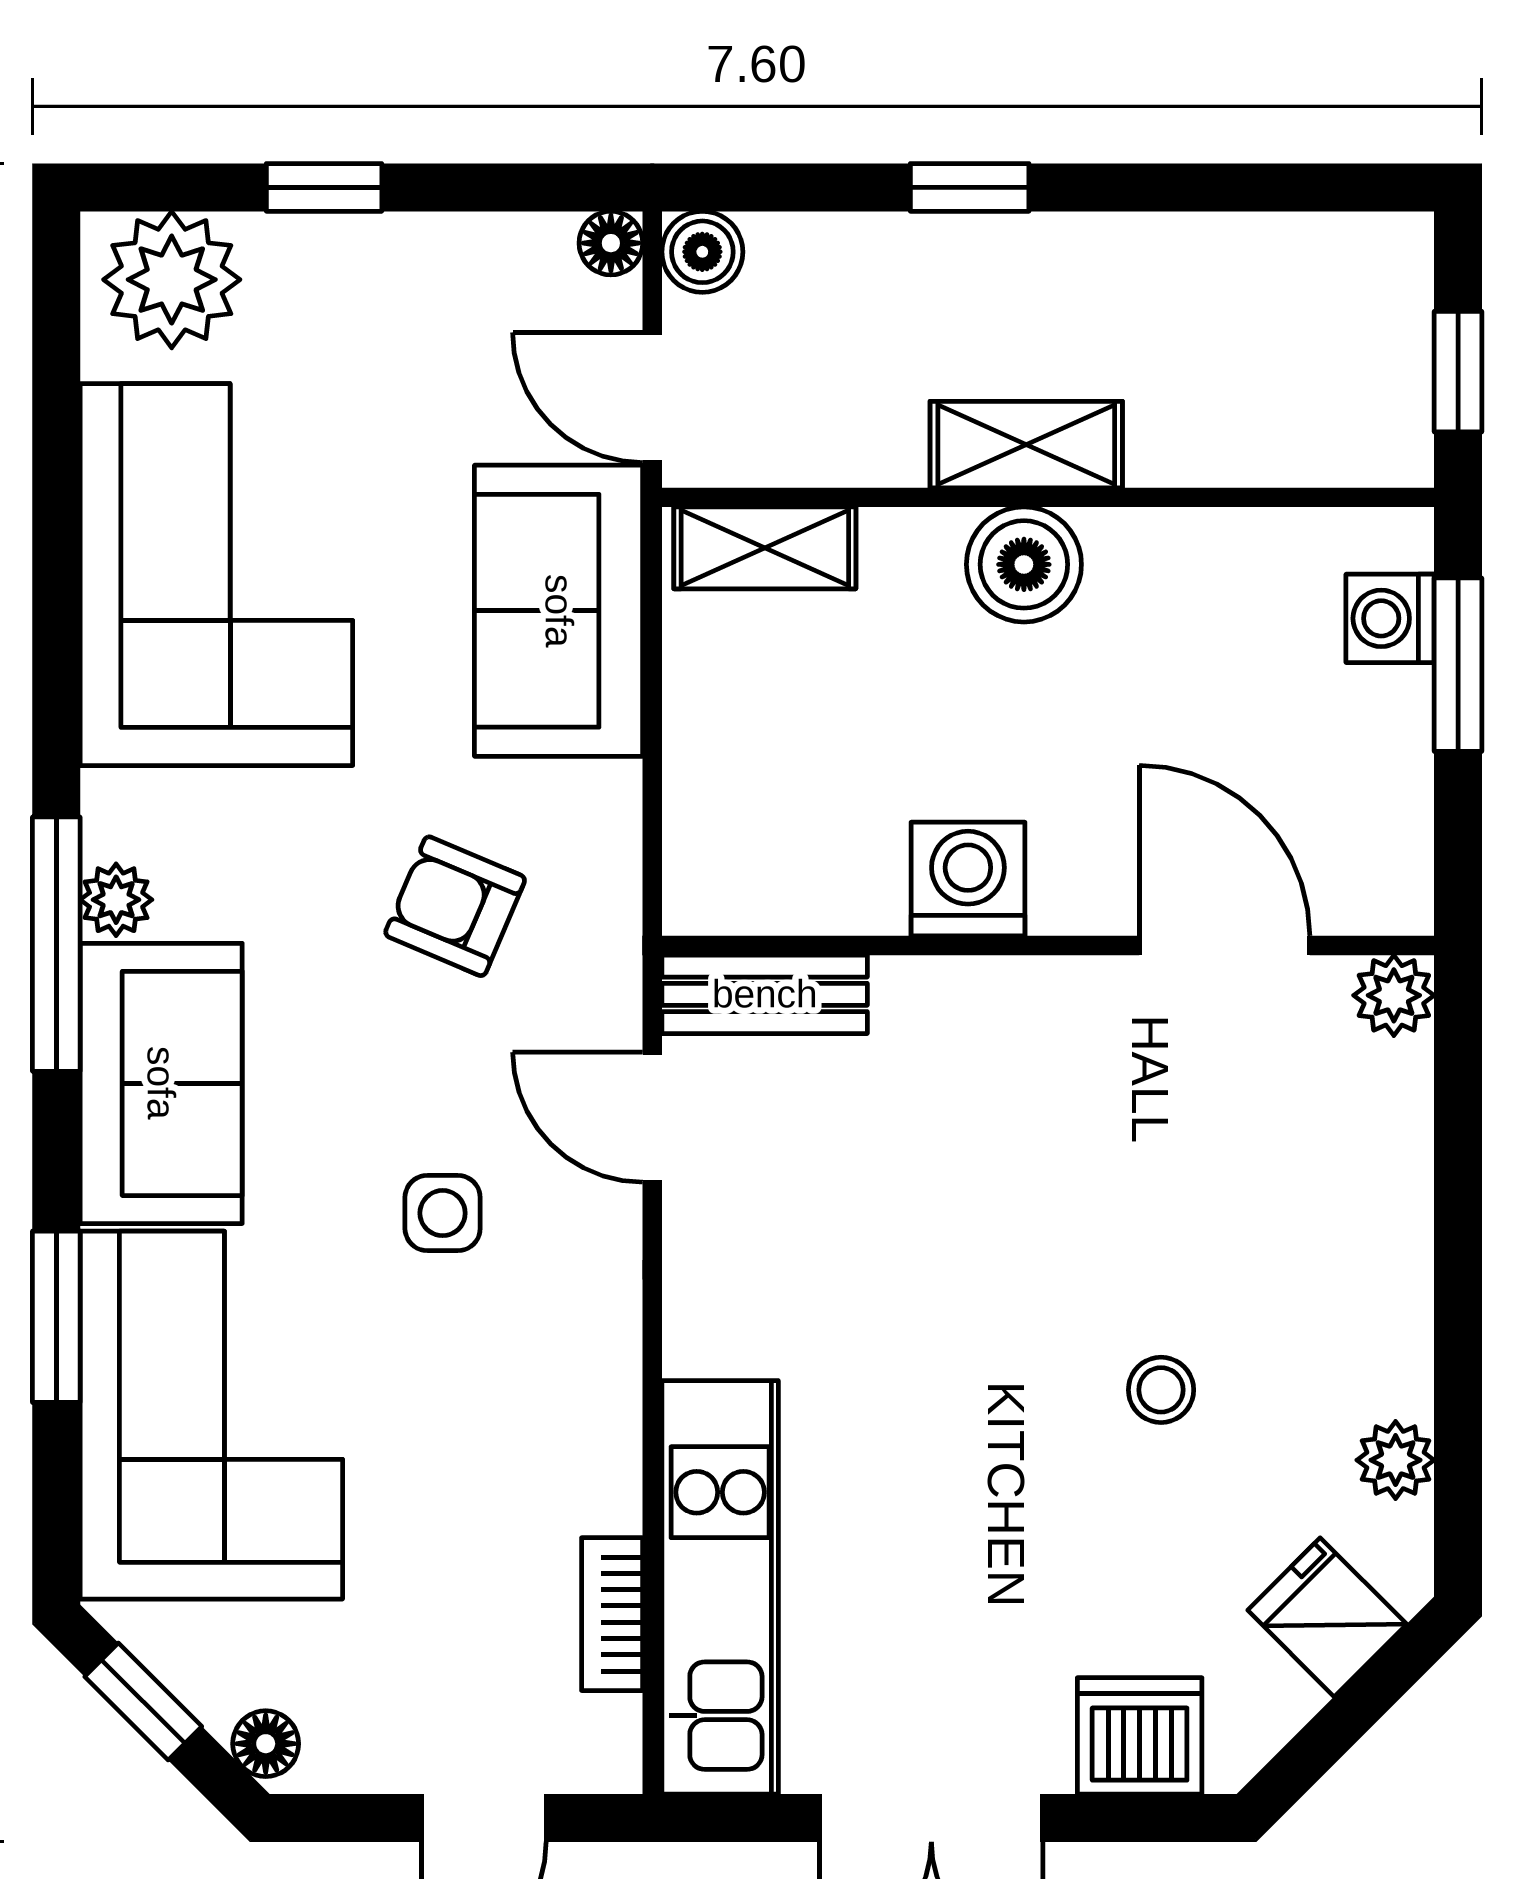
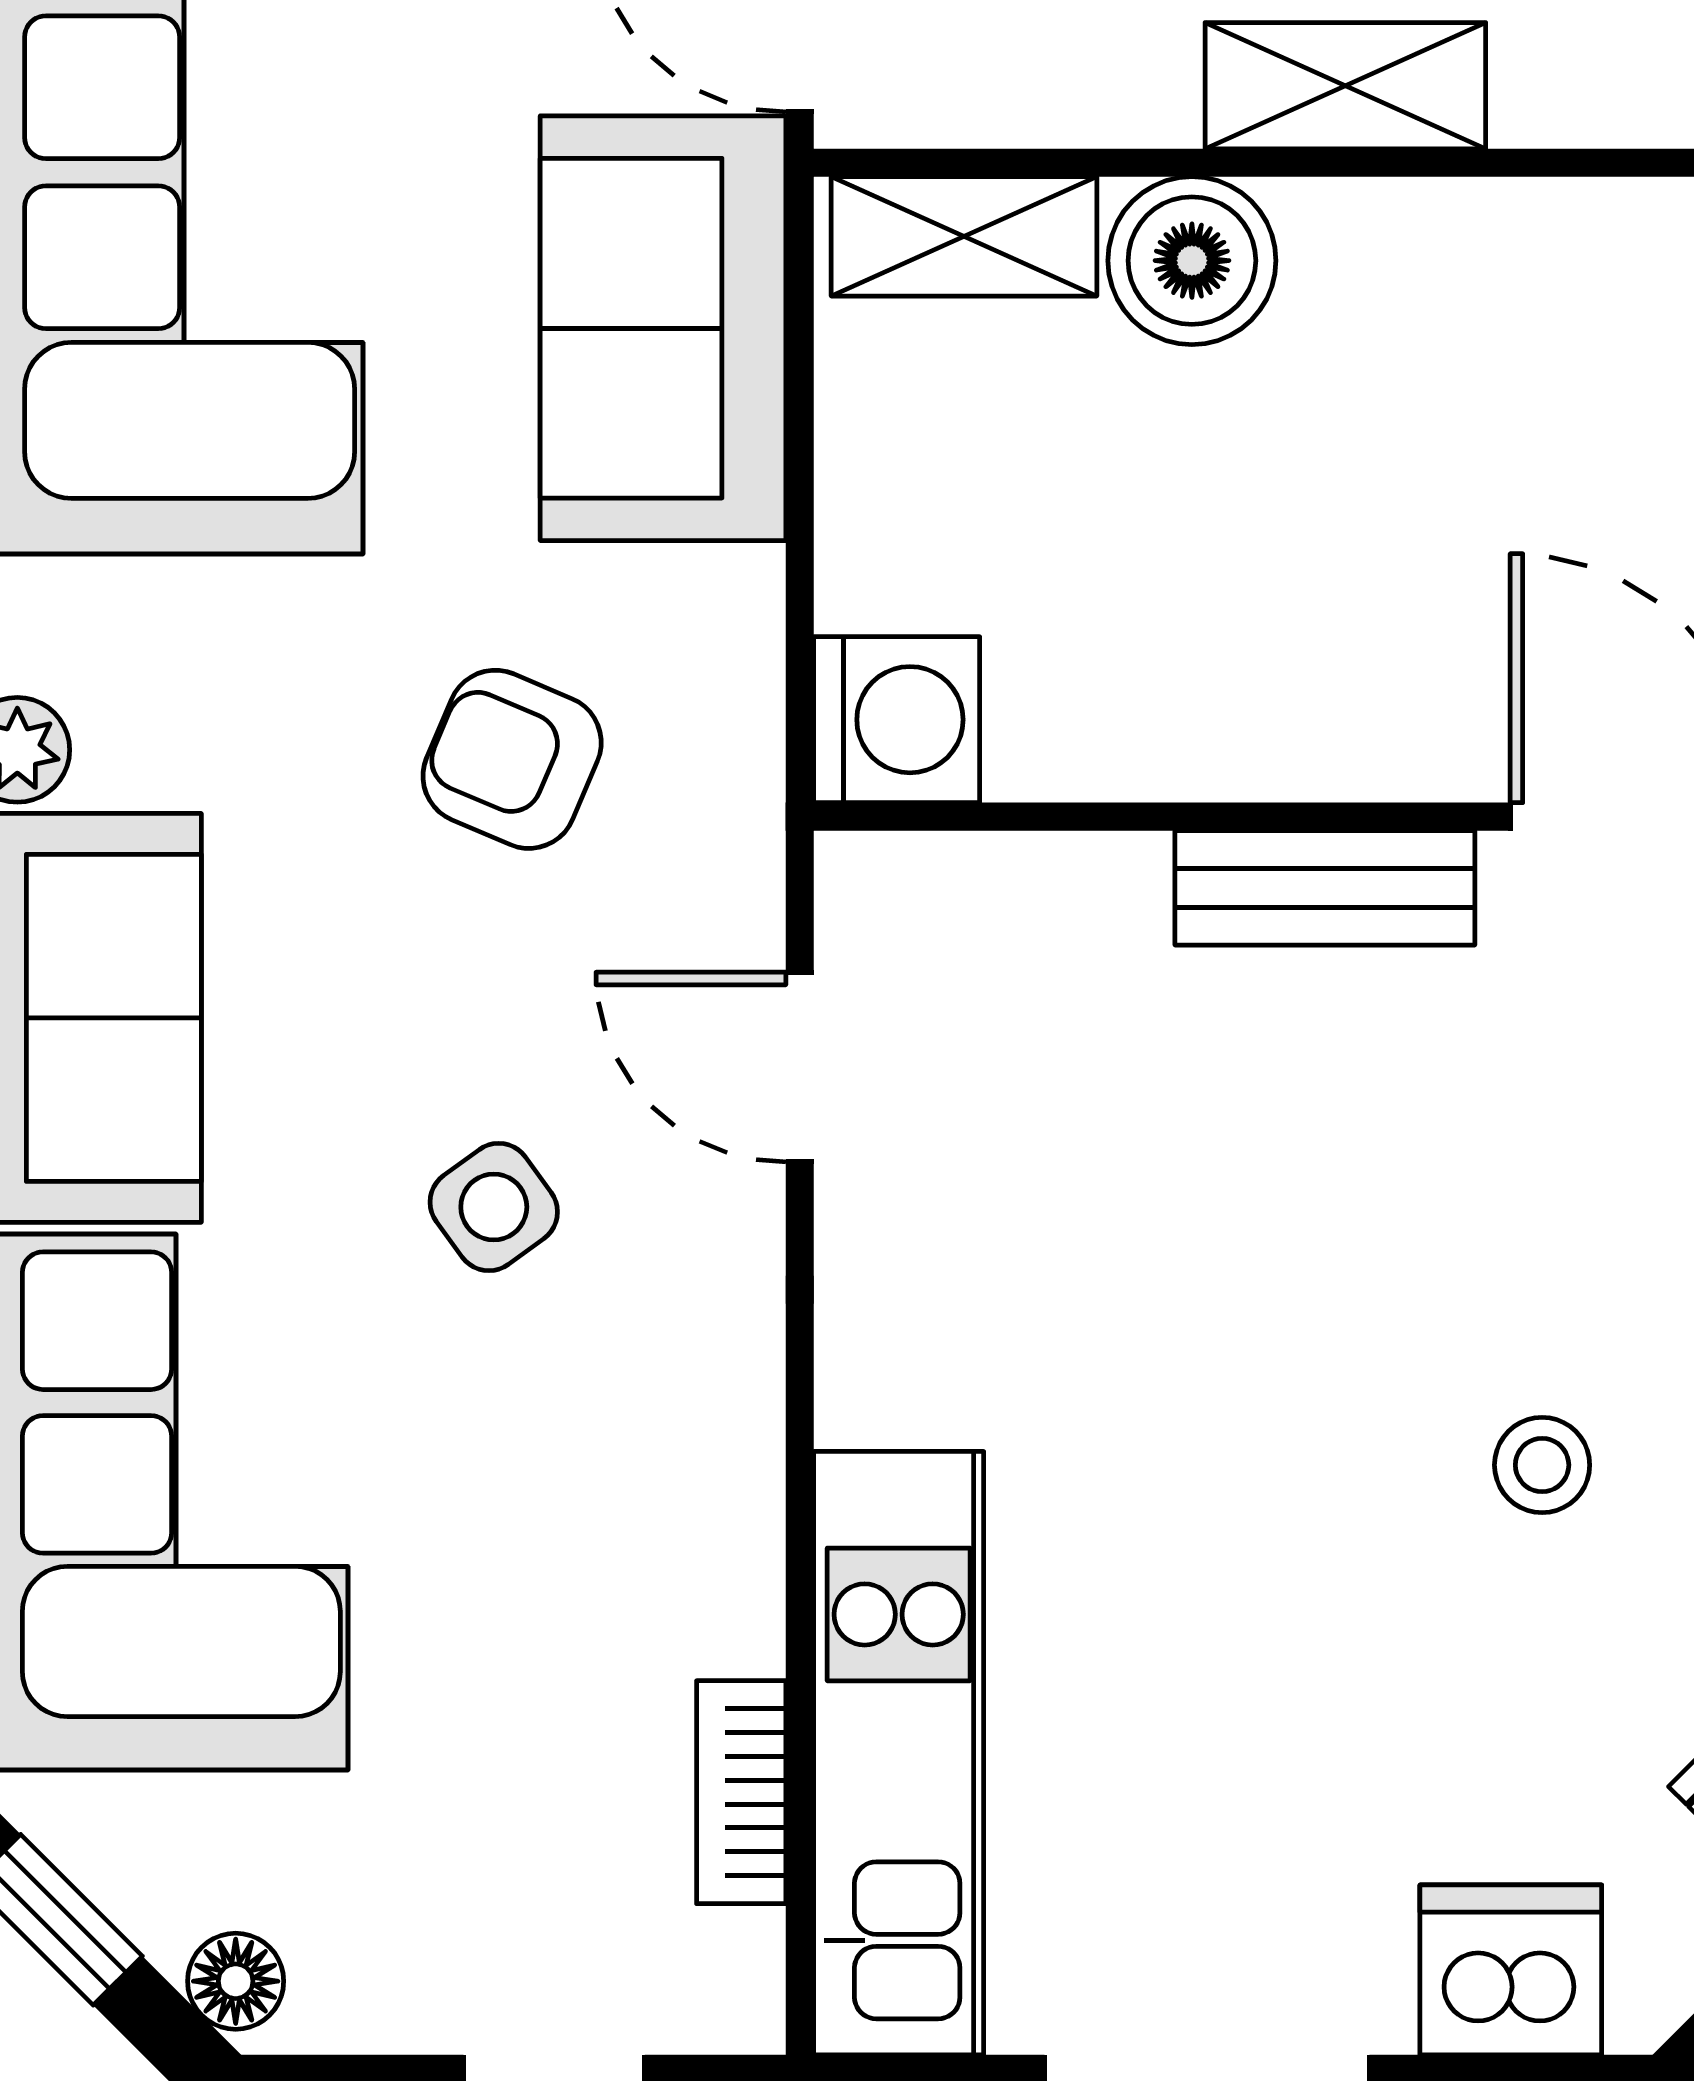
boiler: (1024, 564) -> (1192, 261), moved
washing machine: (968, 879) -> (897, 720), moved, turned 90
bench: (765, 994) -> (1325, 888), moved
side table: (443, 1213) -> (494, 1207), turned -36

